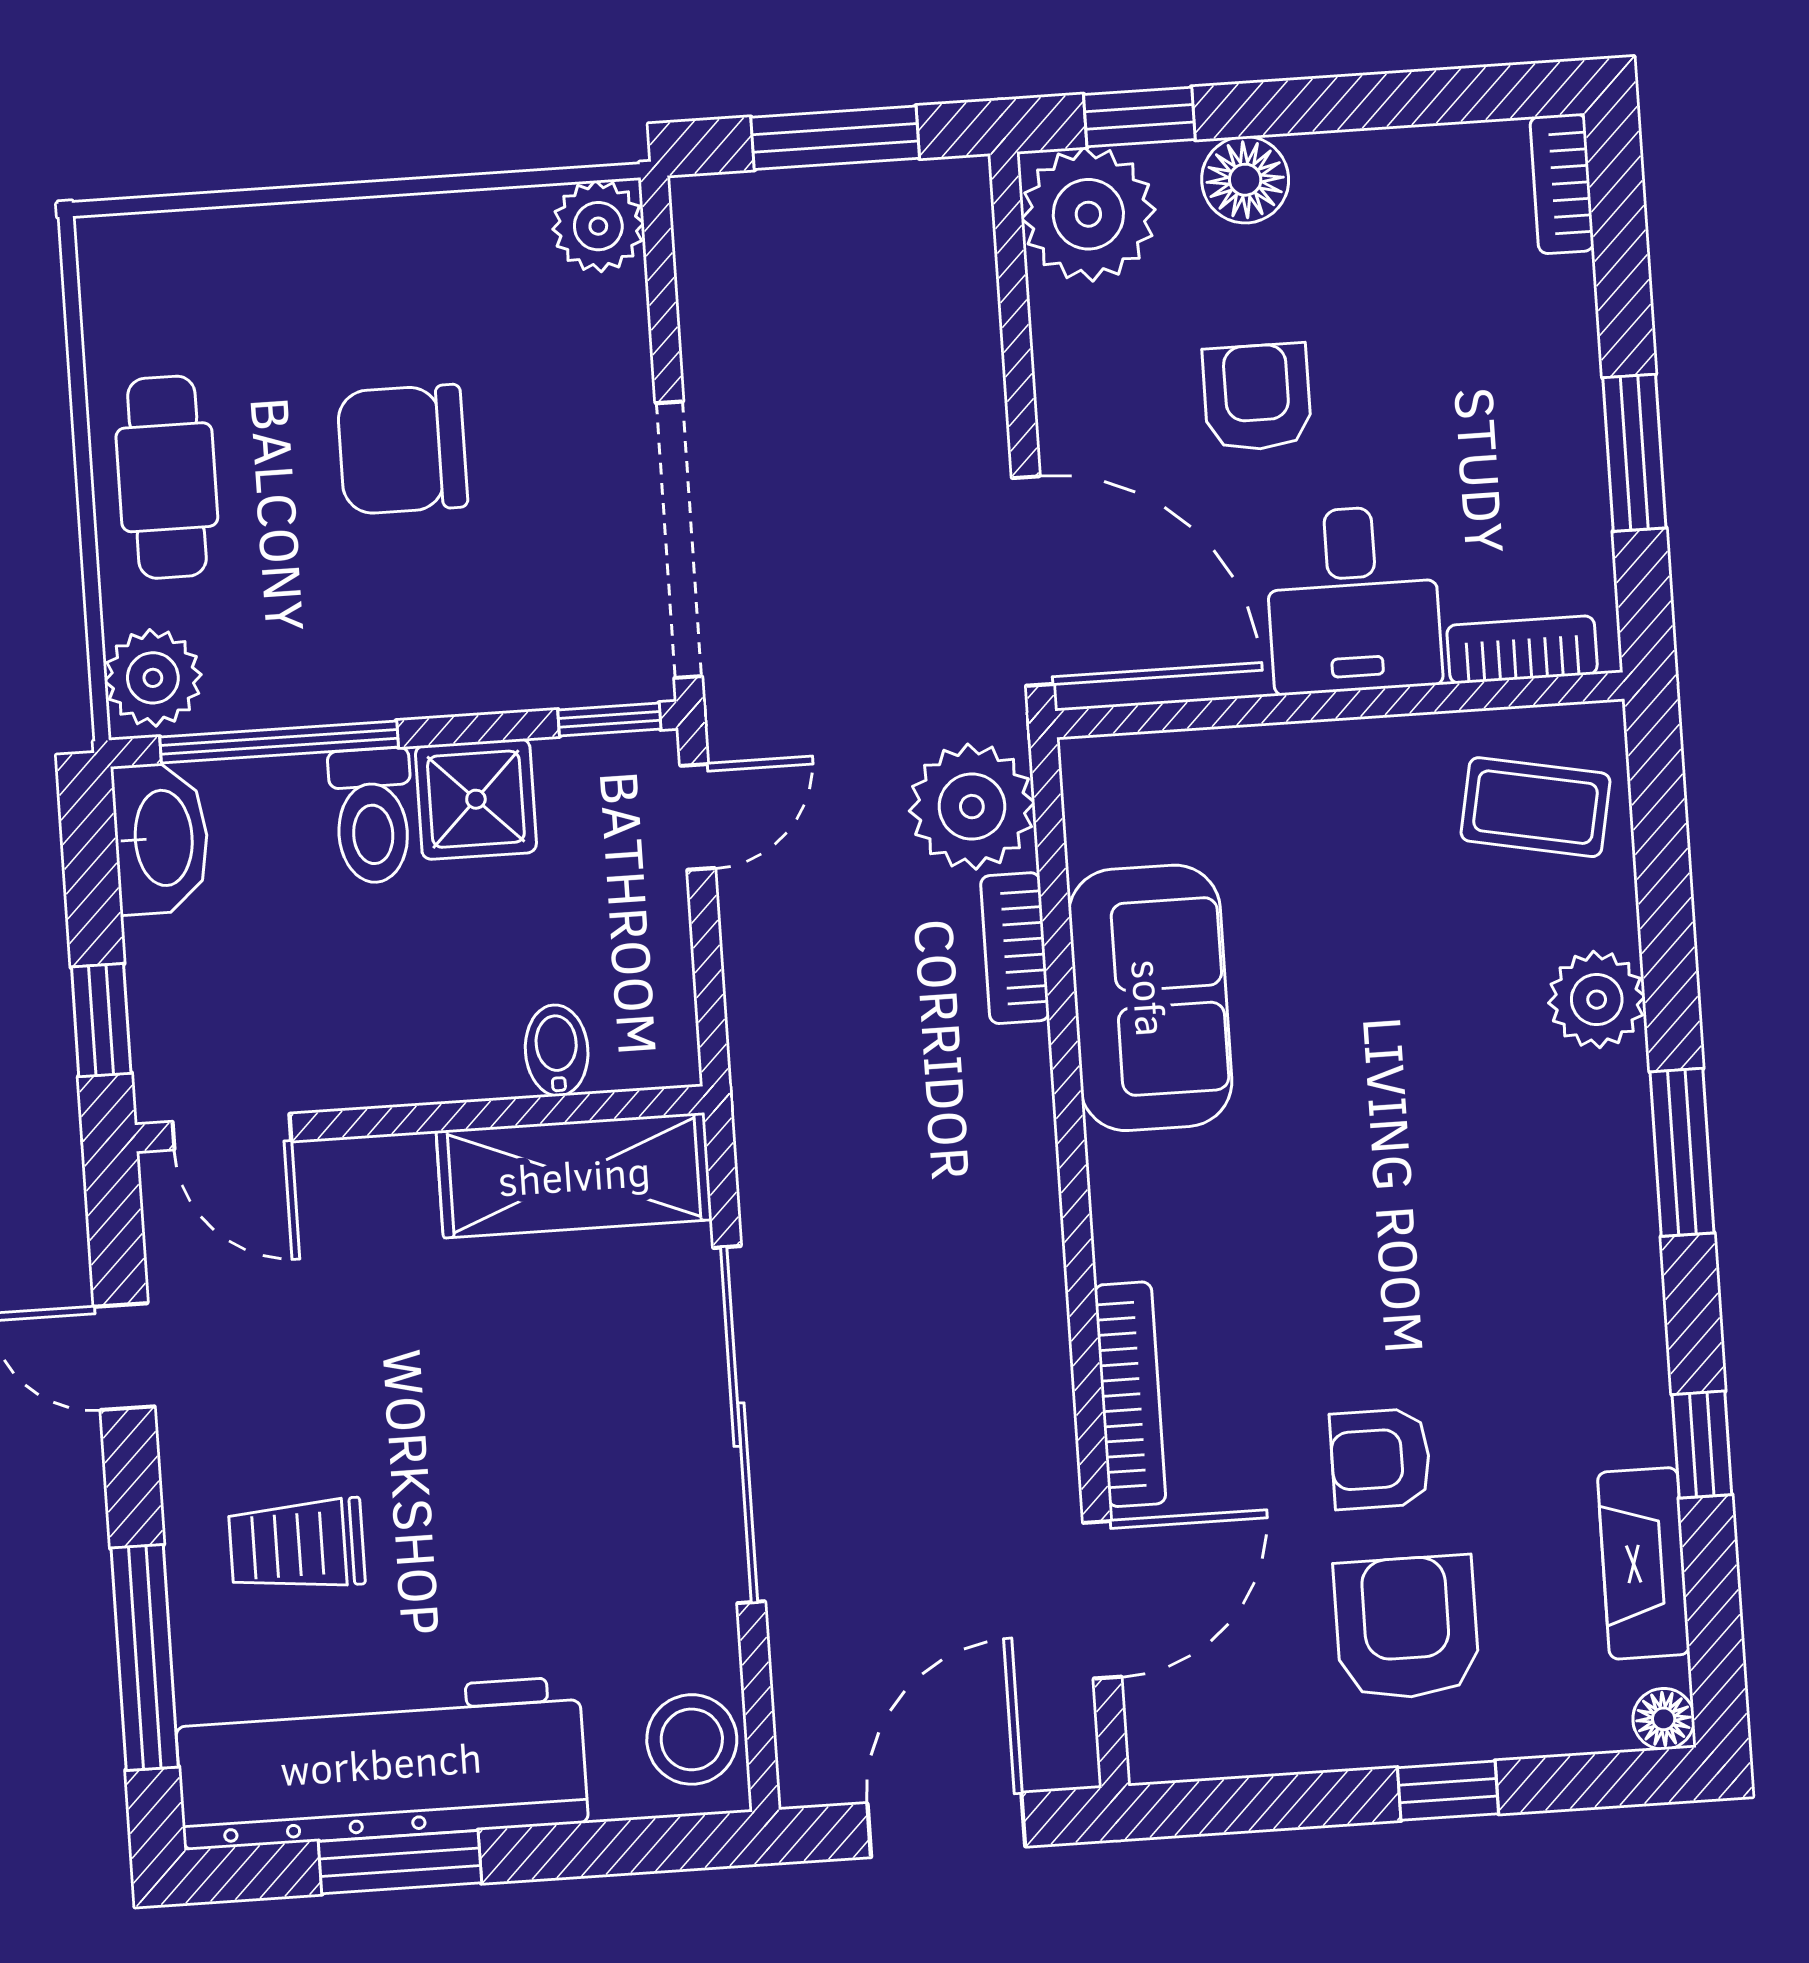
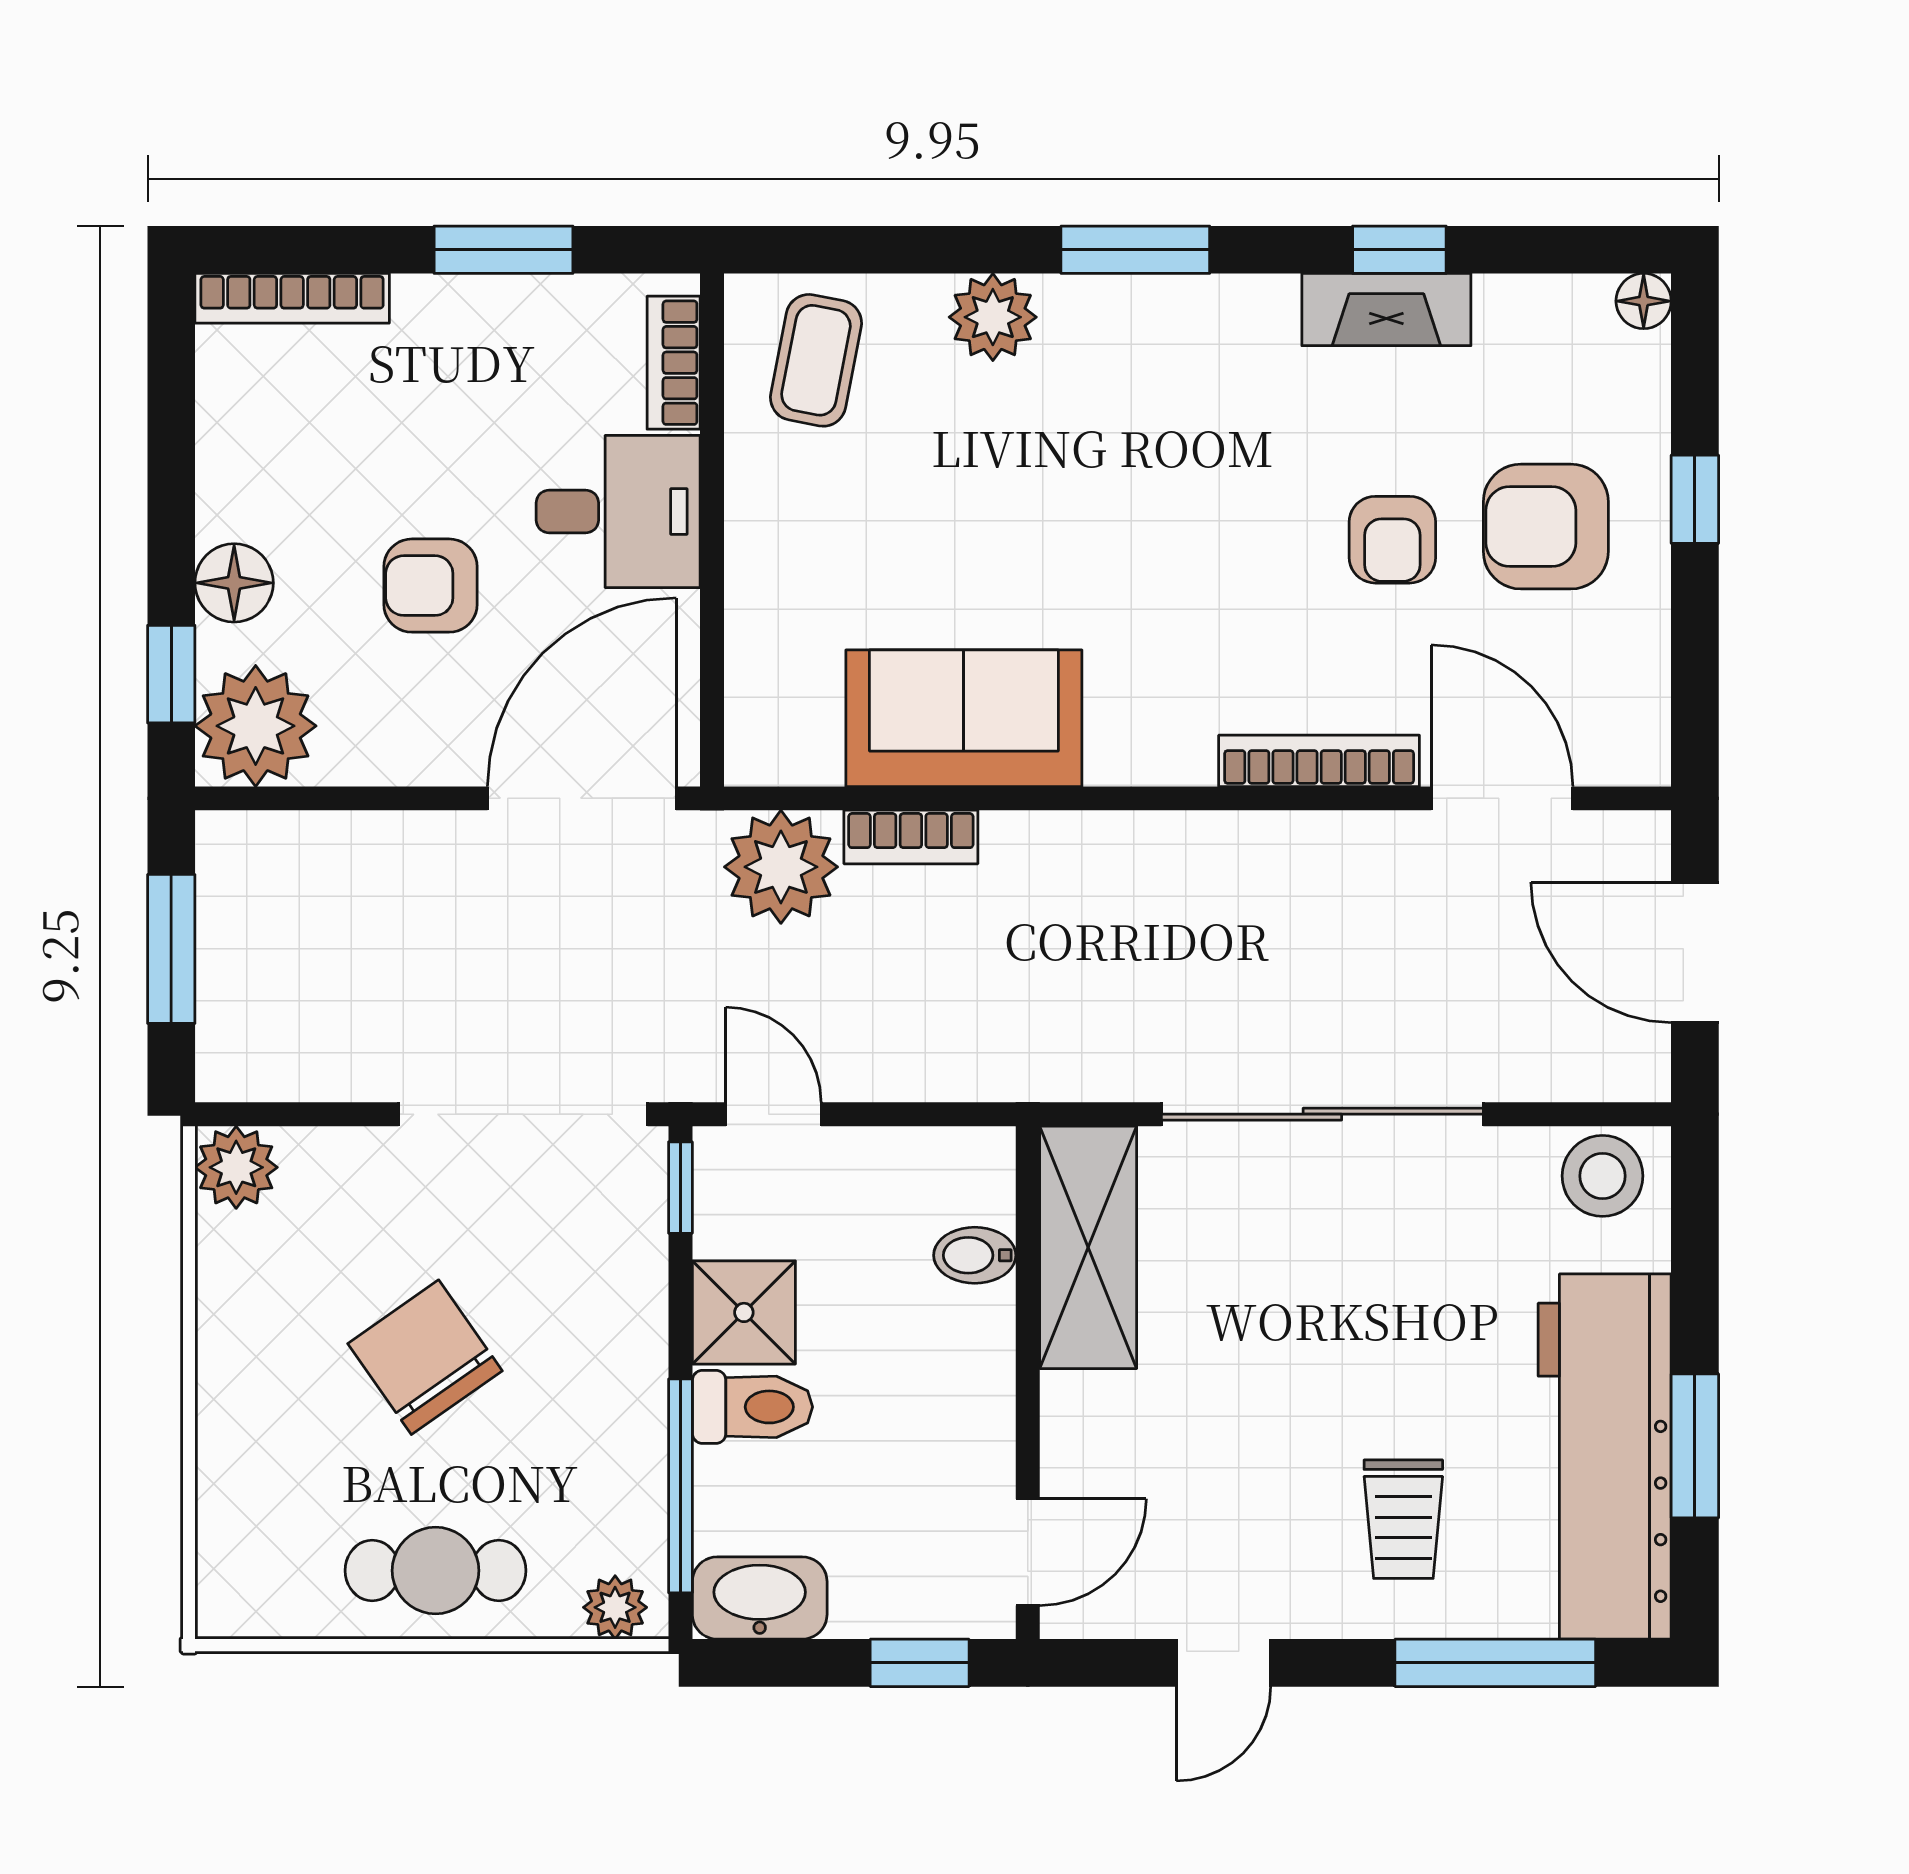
bookcase: (1562, 184) -> (292, 298), width x1.56
chair: (402, 449) -> (425, 1357), turned 145
plant: (153, 678) -> (615, 1607), width x0.73, depth x0.73
fireplace: (1643, 1563) -> (1386, 310), moved

